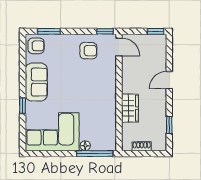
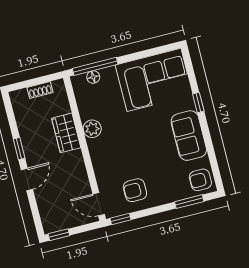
plant: (109, 106) -> (92, 129), added
window: (169, 125) -> (19, 149), moved
floor lamp: (85, 146) -> (93, 77), moved

